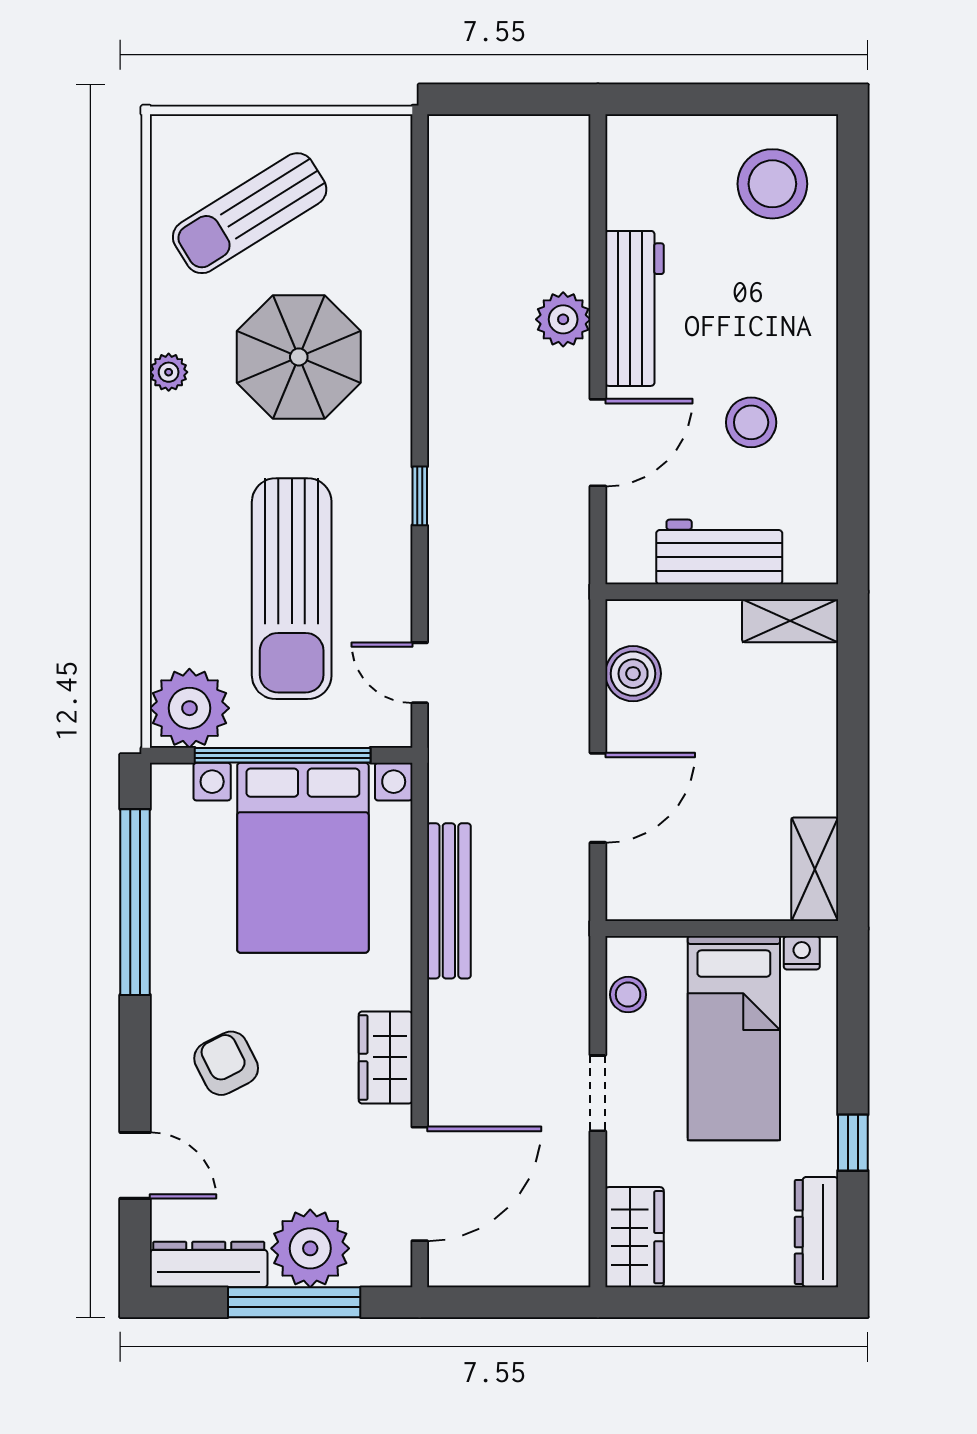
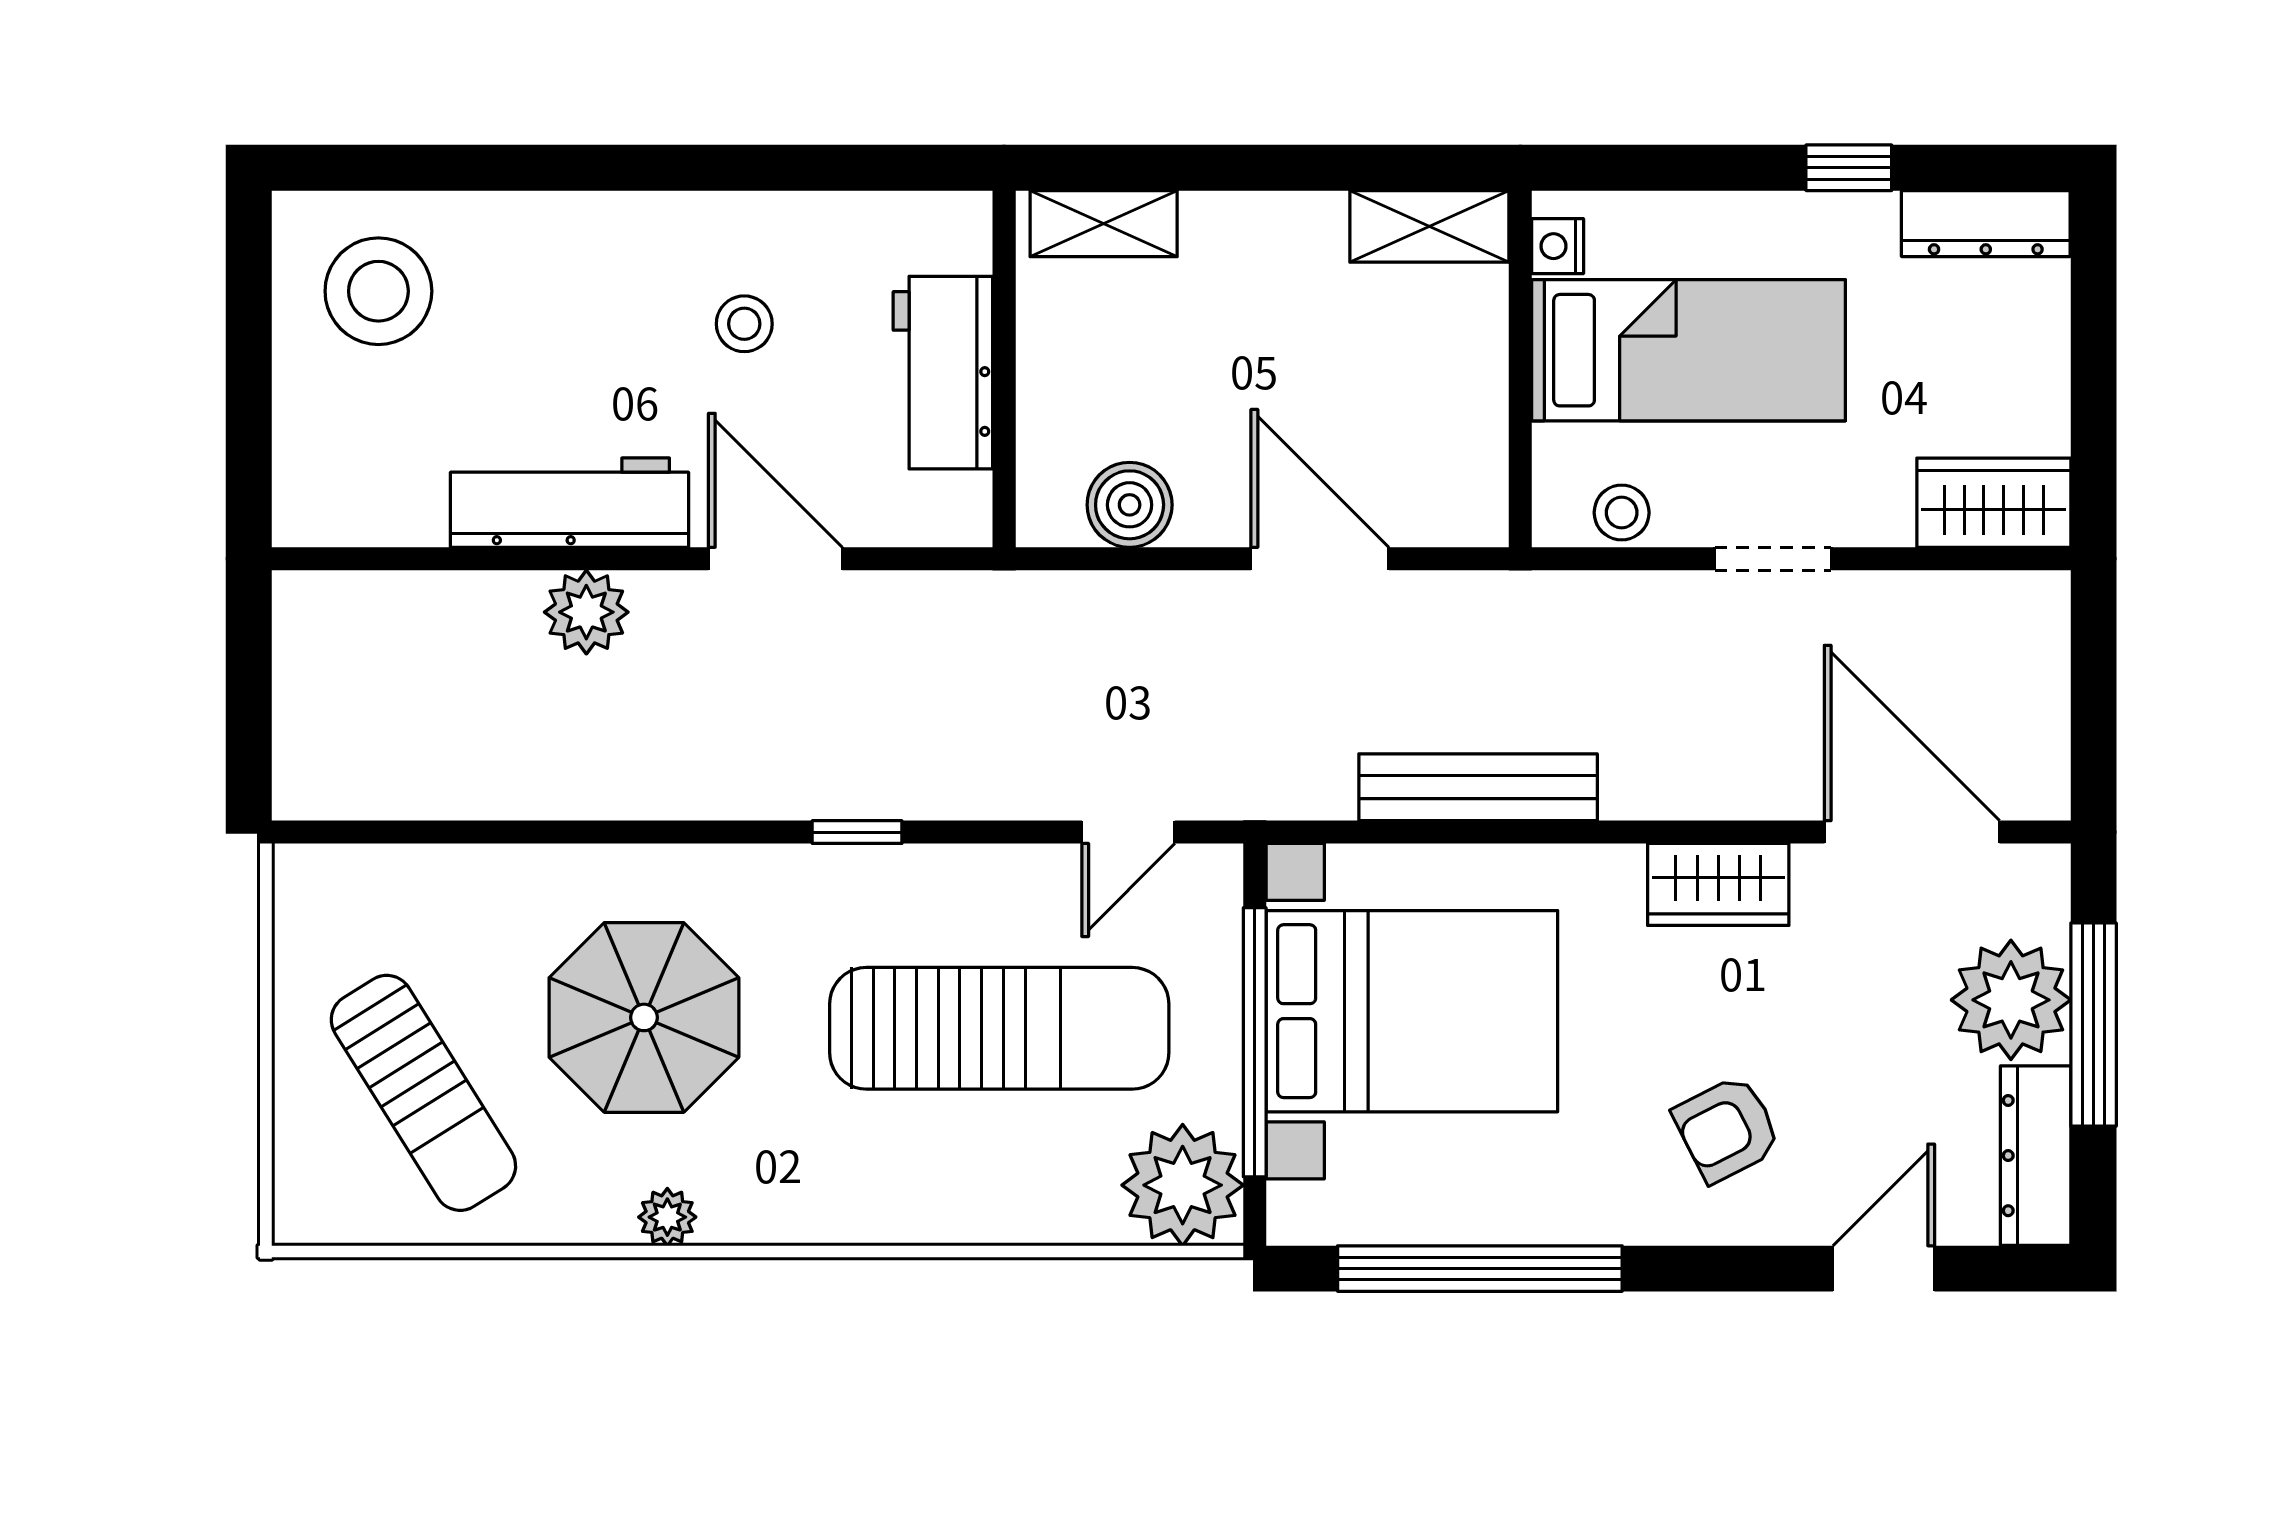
stool: (751, 422) -> (744, 324), width x0.73, depth x0.73
shelving: (790, 621) -> (1104, 224), moved, turned 90

